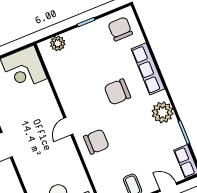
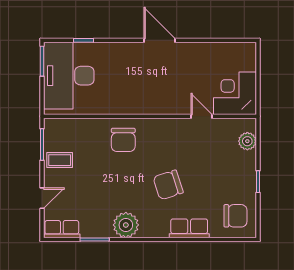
row of seats: (148, 69) -> (189, 228), width x0.68
chair: (117, 92) -> (168, 185), turned -108
door: (68, 126) -> (201, 116), moved

